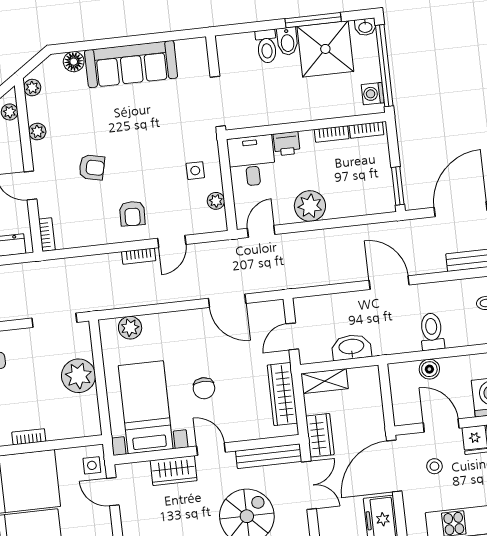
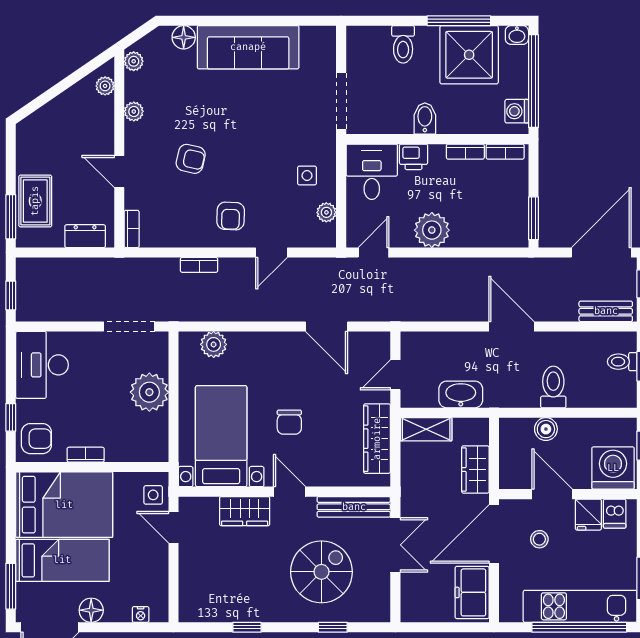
bidet: (287, 41) -> (425, 119), moved, turned 180
bookcase: (139, 256) -> (199, 265), moved
wardrobe: (320, 435) -> (475, 469), moved, turned 180

